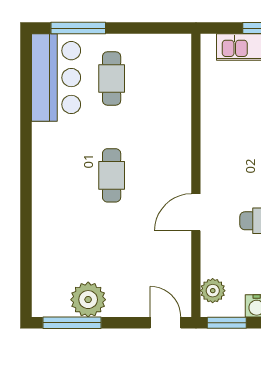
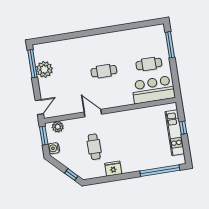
bar counter: (56, 78) -> (153, 90), moved, turned 180

